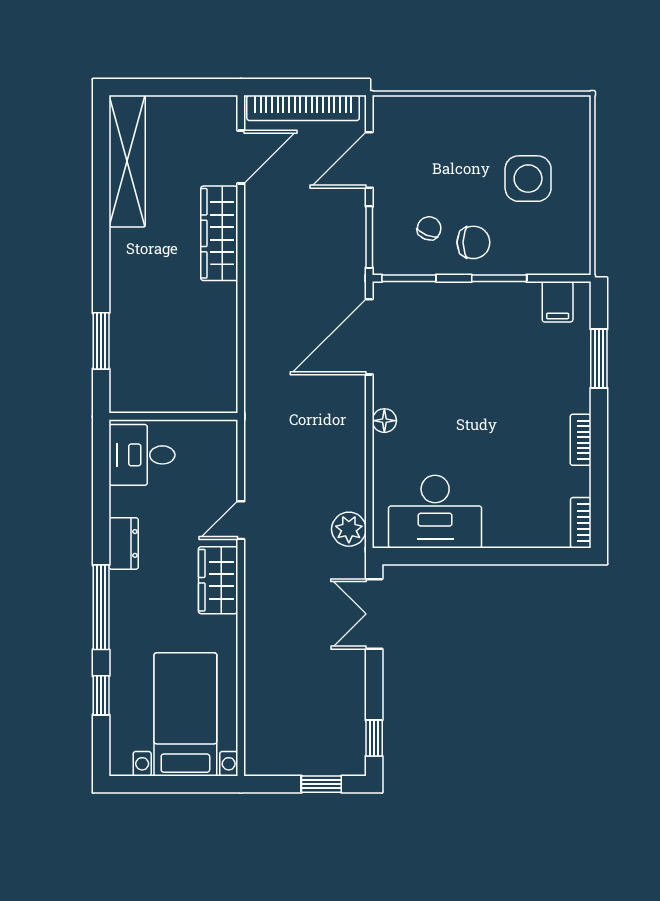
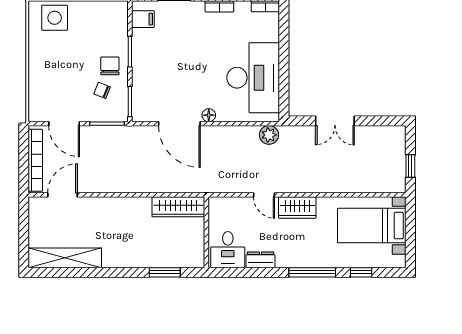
door: (241, 157) -> (63, 195), hinge flipped
side table: (528, 179) -> (55, 18), moved
wardrobe: (219, 233) -> (178, 207), moved
door: (369, 337) -> (179, 124), moved
desk: (435, 512) -> (253, 78), width x1.36, depth x1.30
dresser: (124, 543) -> (260, 260), moved
double door: (374, 614) -> (335, 121), moved
window: (374, 738) -> (385, 121), removed
window: (321, 784) -> (410, 166), moved

